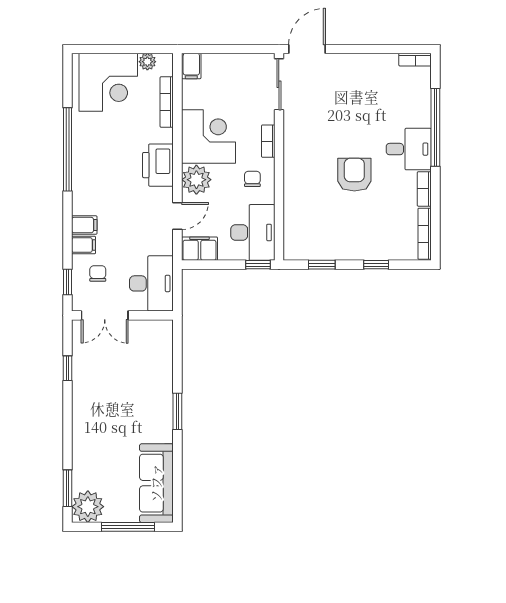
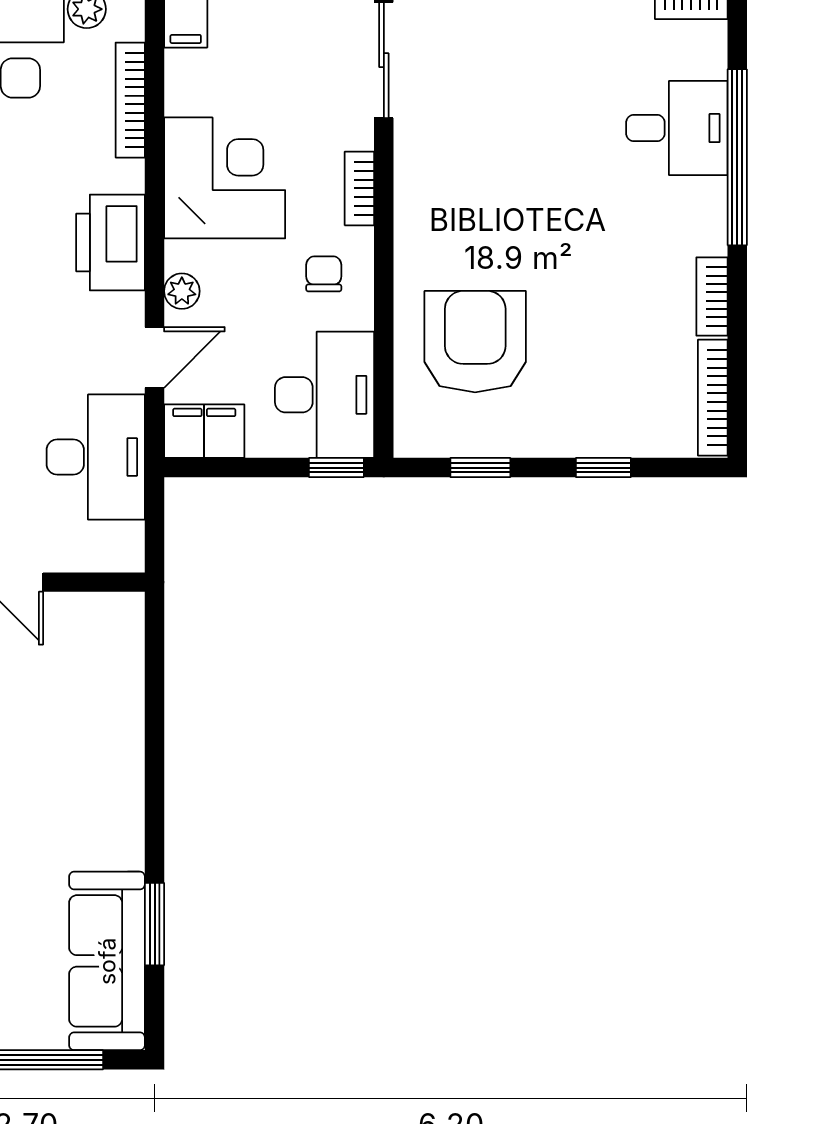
desk: (409, 149) -> (677, 128), moved
armchair: (354, 175) -> (475, 342), moved, width x1.36, depth x1.36
plant: (196, 180) -> (182, 291), width x0.53, depth x0.53
desk: (151, 283) -> (96, 457), moved
window: (177, 411) -> (155, 924), moved

